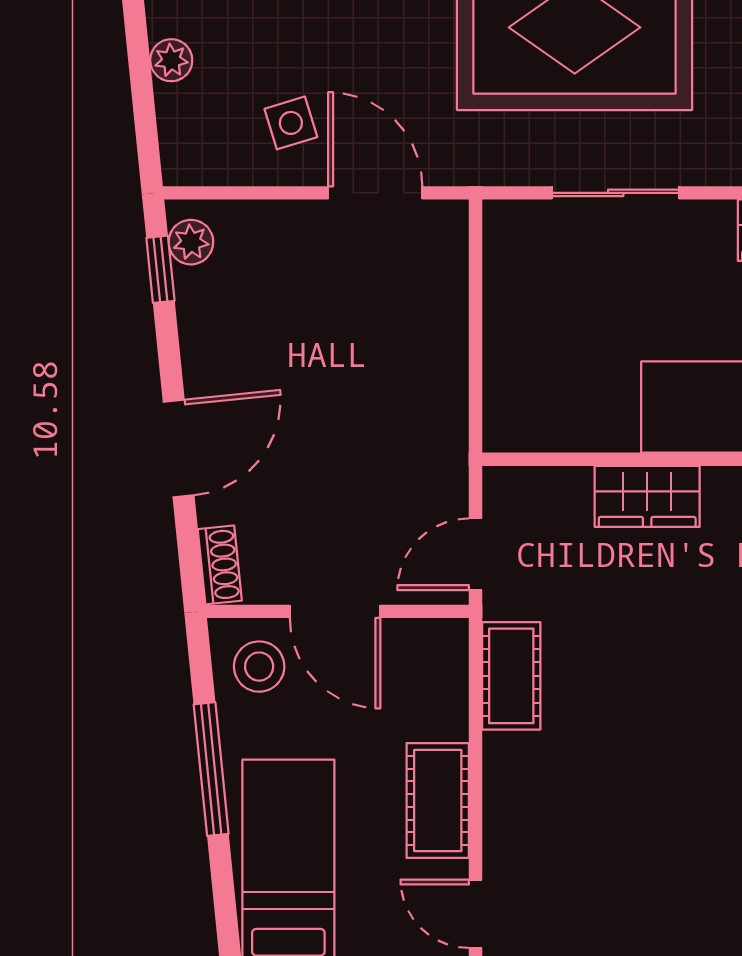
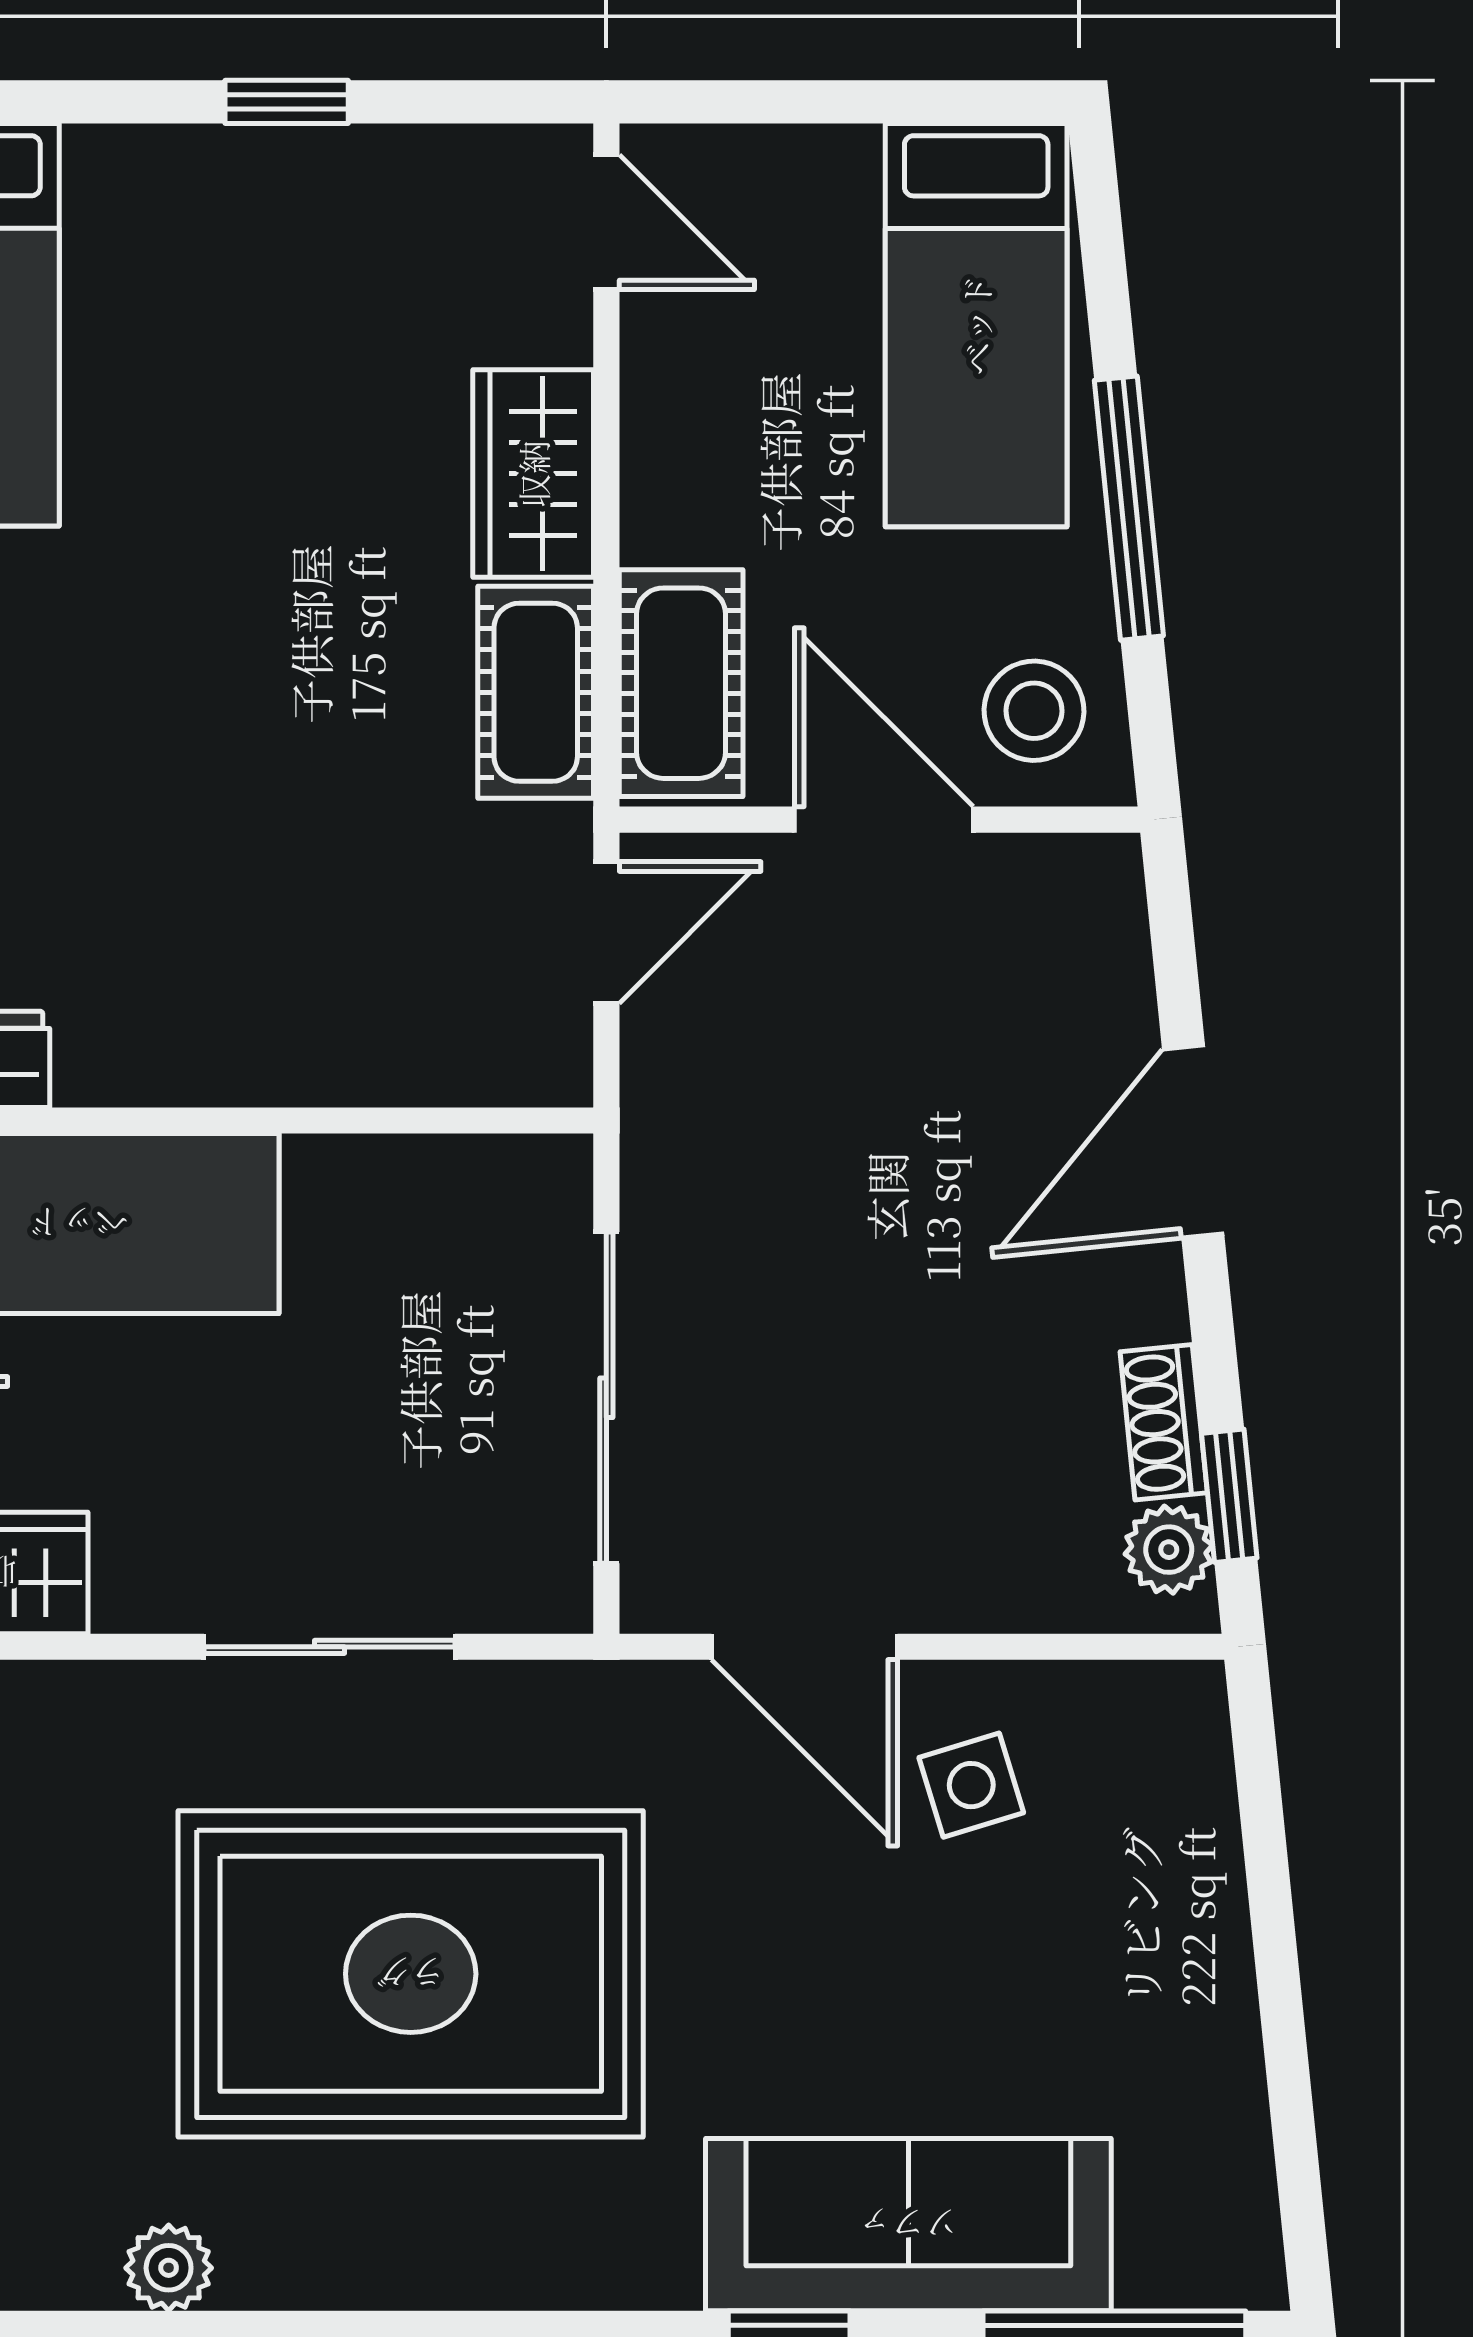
plant: (171, 60) -> (1208, 1909), removed
sliding door: (476, 319) -> (606, 1398), added
wardrobe: (647, 496) -> (533, 474), moved, turned -90
shoe rack: (220, 565) -> (1164, 1422), moved
cot: (438, 800) -> (681, 683), moved

